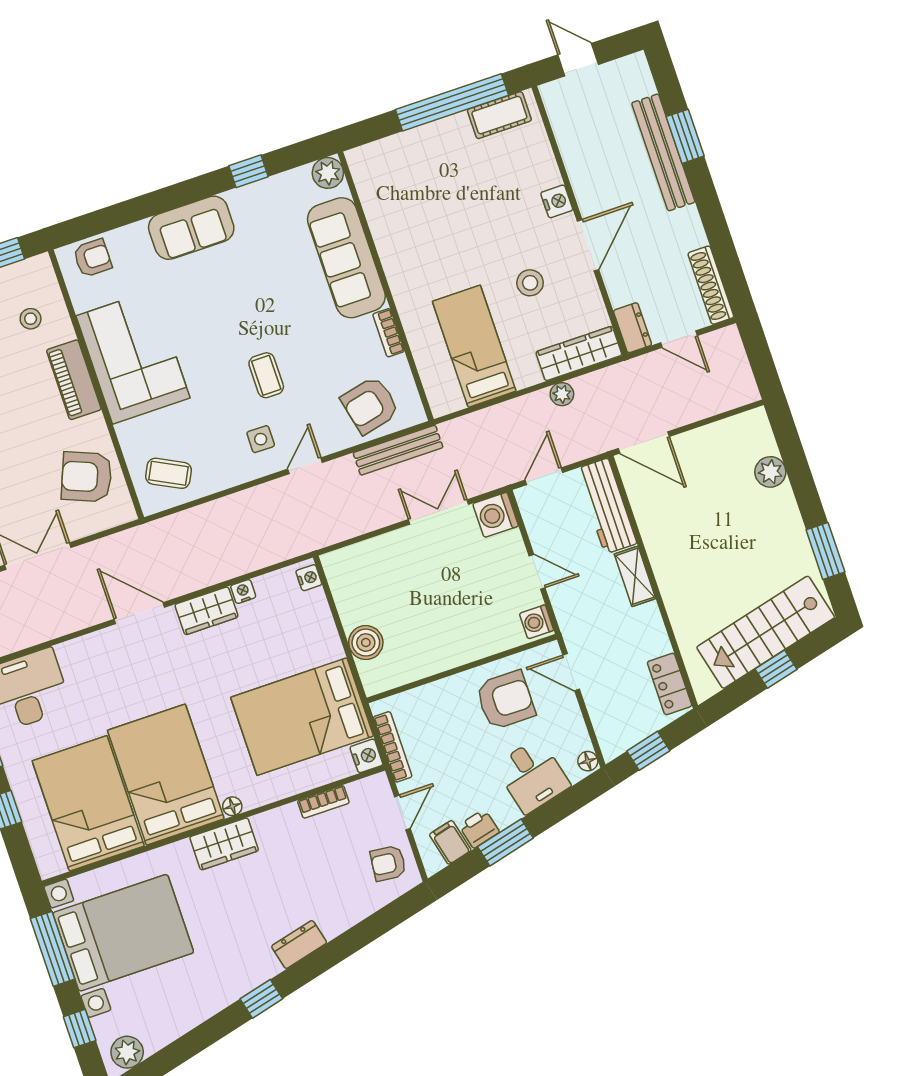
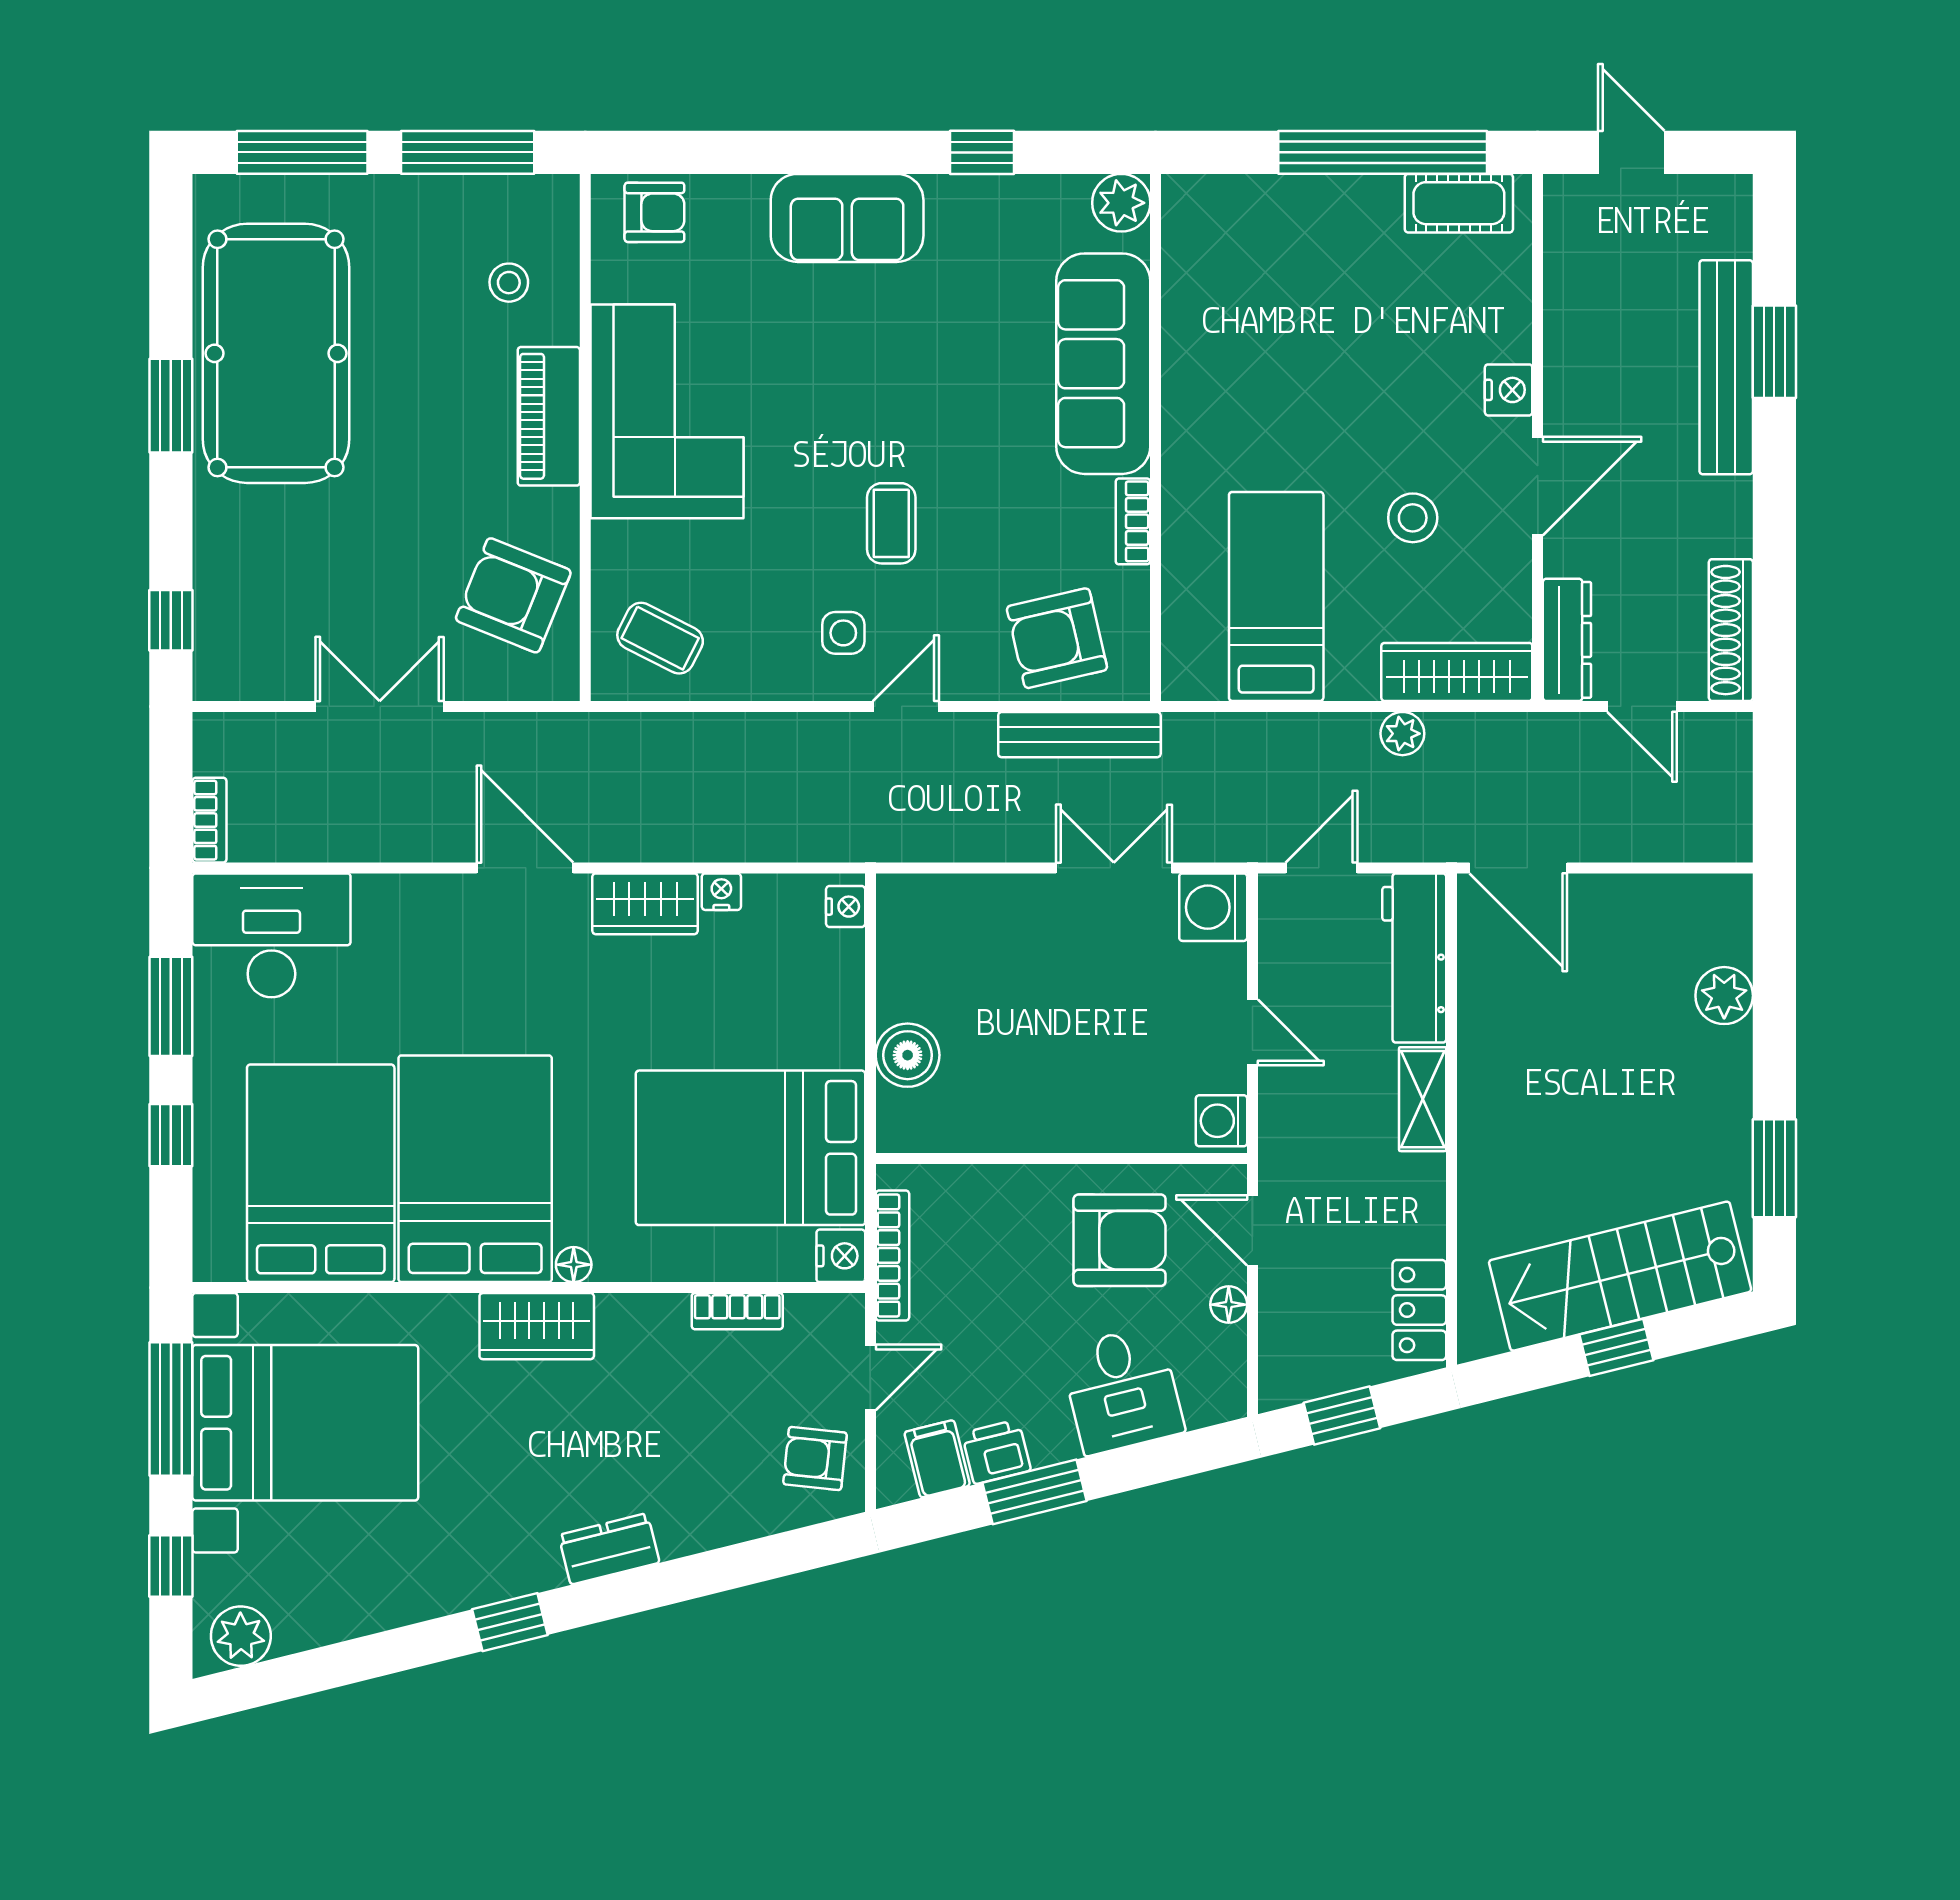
dresser: (633, 328) -> (1567, 640), width x1.44
floor lamp: (588, 761) -> (1229, 1305), moved

